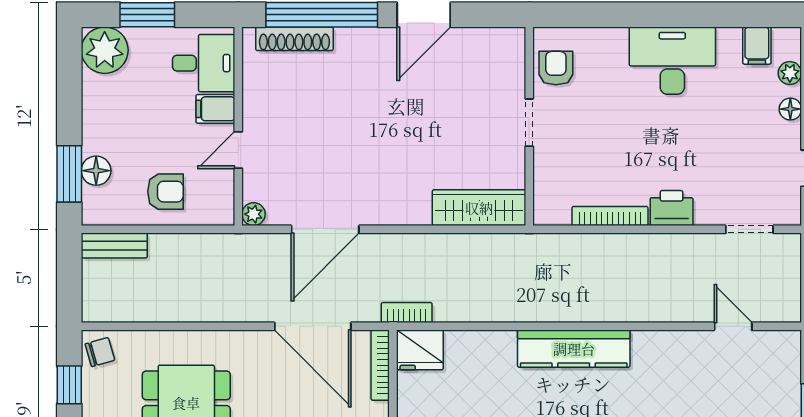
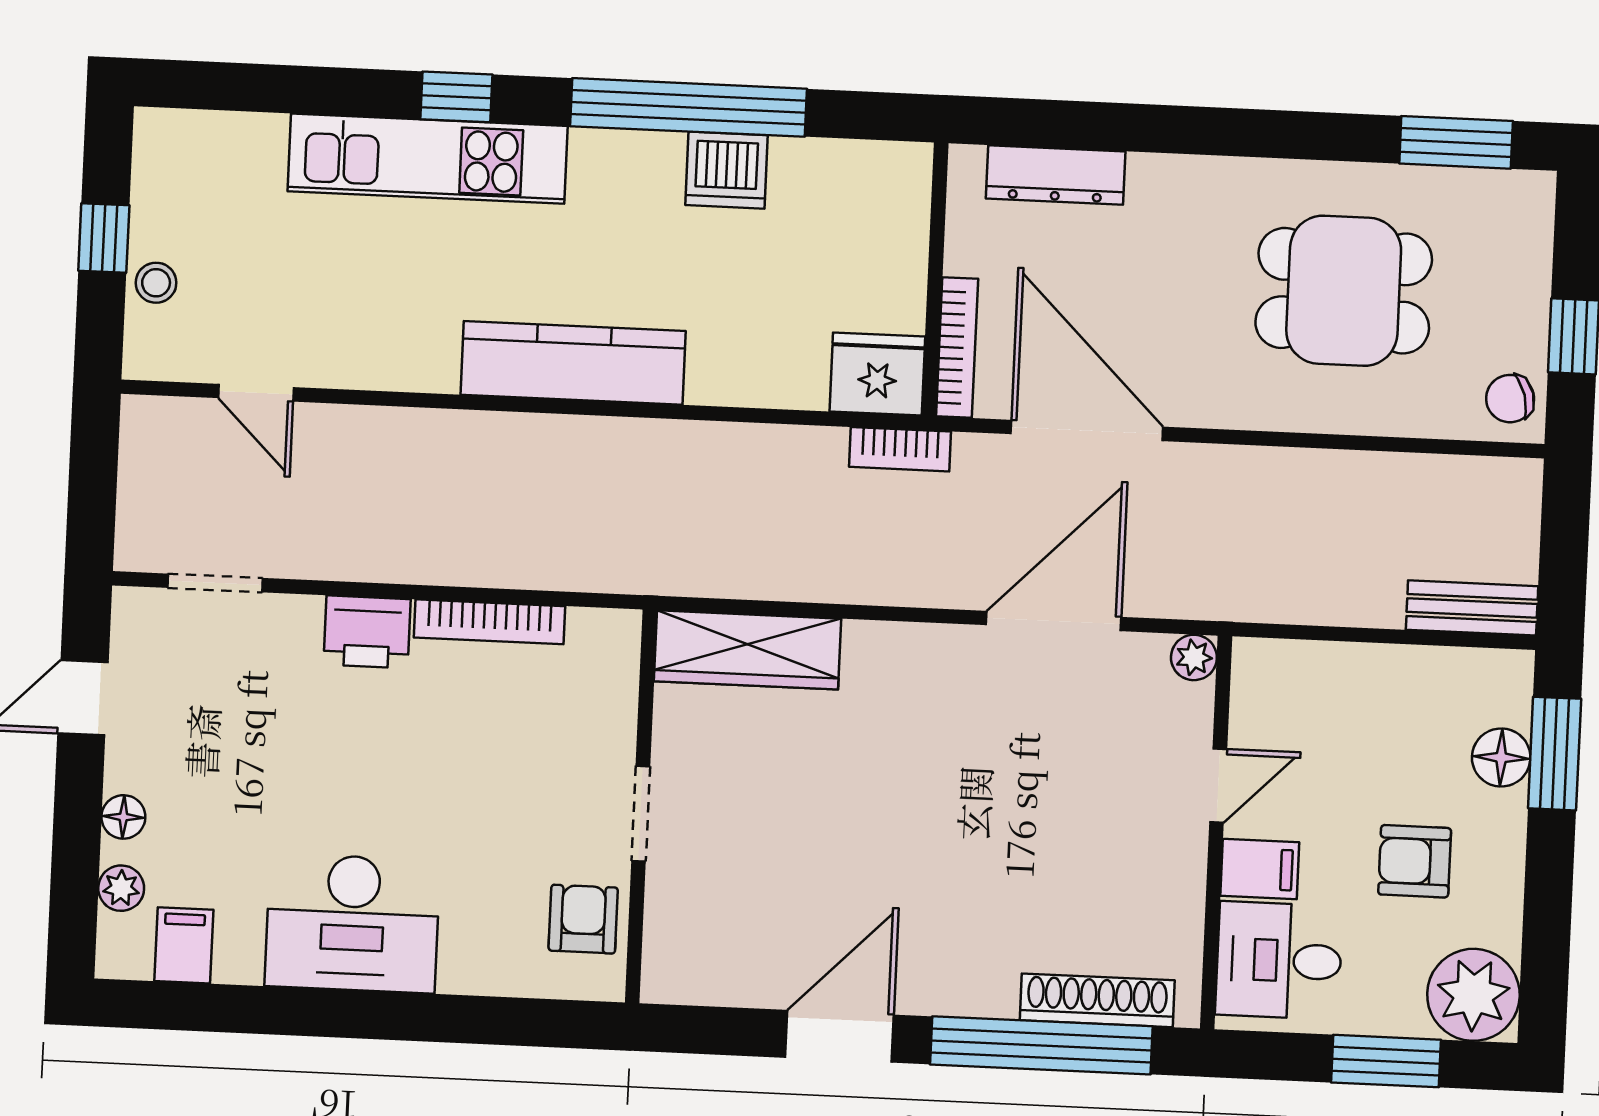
armchair: (556, 68) -> (583, 919), turned 180
armchair: (165, 192) -> (1415, 861), moved
stool: (786, 379) -> (156, 283), added

